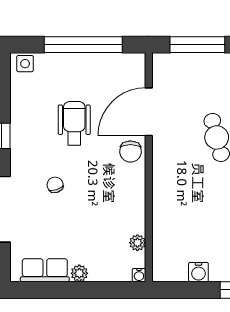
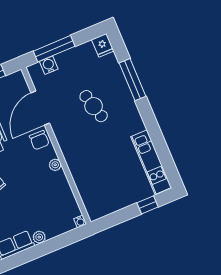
plant: (137, 243) -> (55, 165), moved
water cooler: (198, 272) -> (49, 65), moved, turned 180

